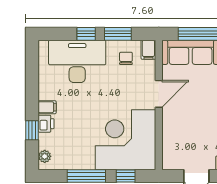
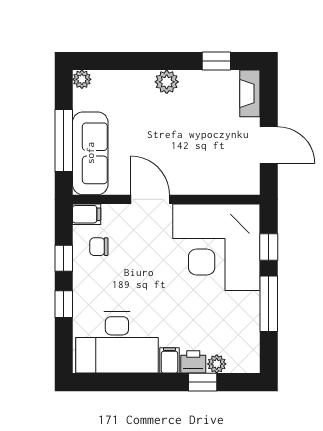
window: (118, 34) -> (64, 258), width x0.67
desk: (77, 61) -> (117, 342), moved, turned -90
plant: (45, 156) -> (217, 364), moved

